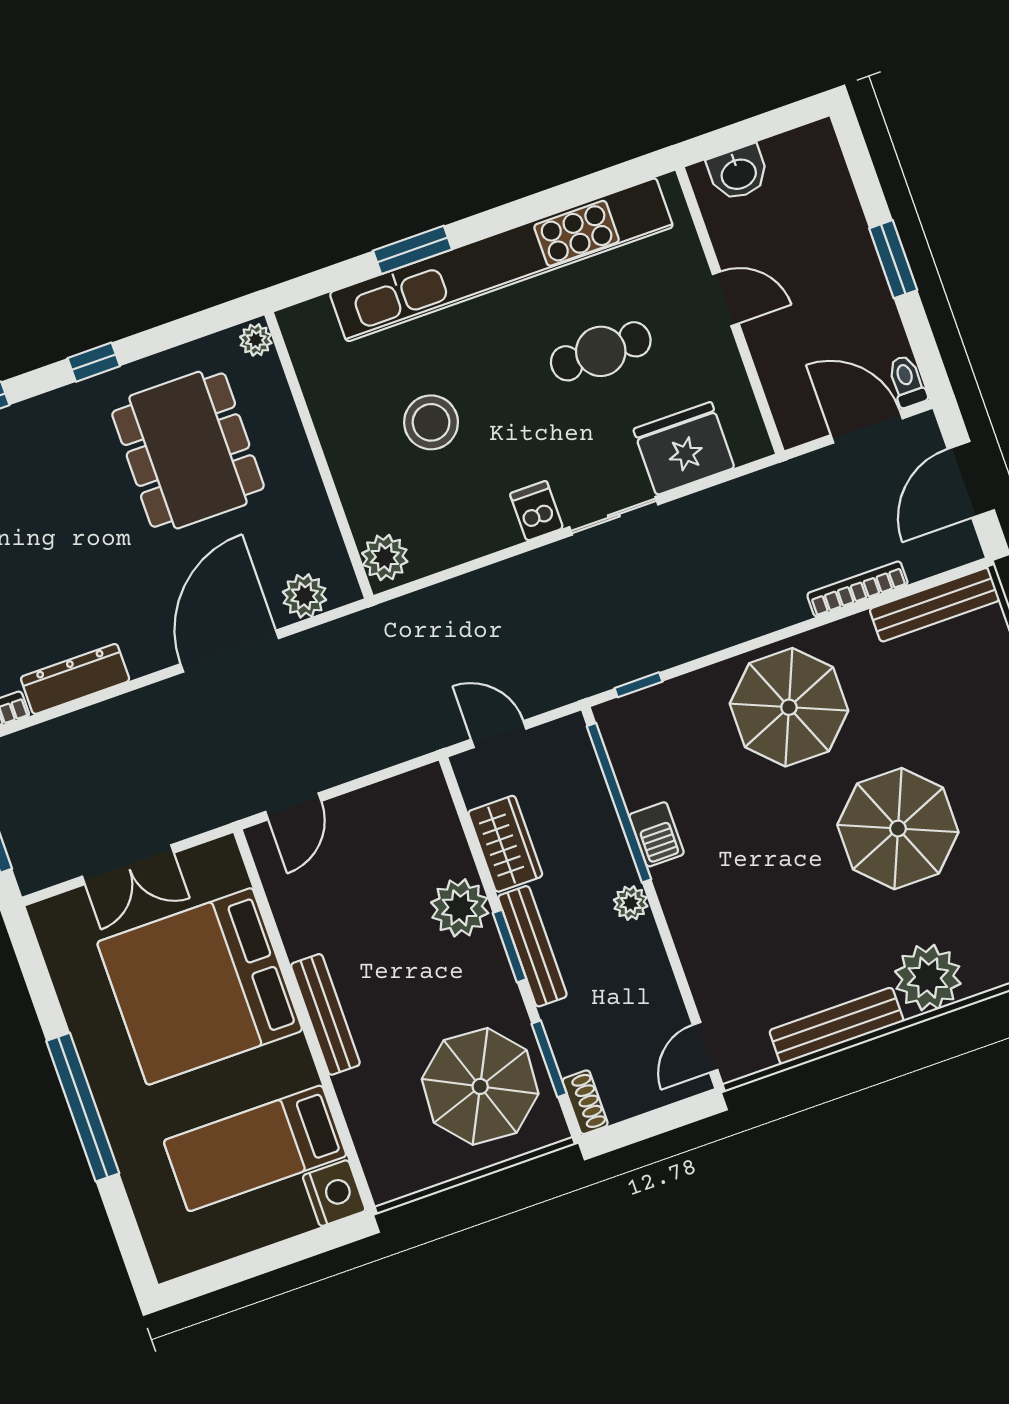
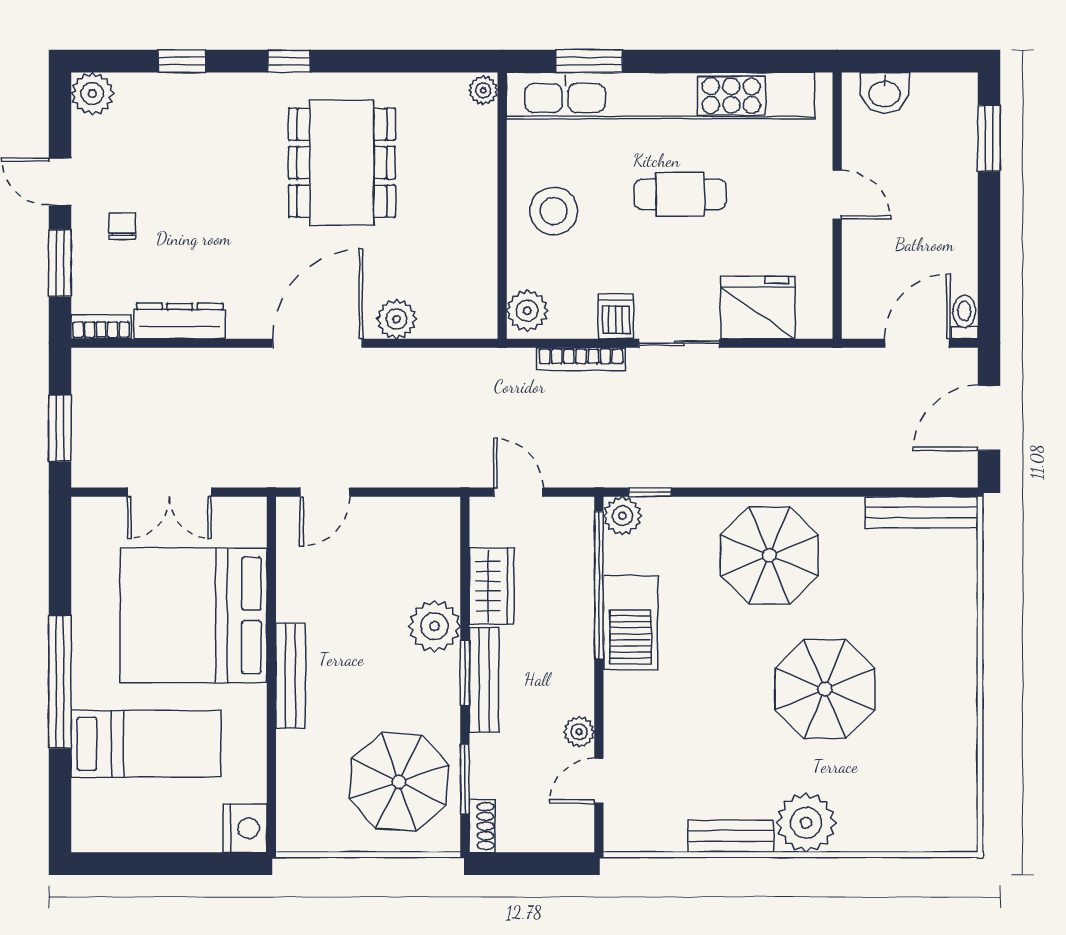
window: (893, 259) -> (989, 138), moved
plant: (256, 340) -> (483, 90), moved
cafe table: (601, 351) -> (680, 194), moved
door: (867, 427) -> (917, 343), hinge flipped
wall: (319, 455) -> (502, 206), moved
plant: (385, 557) -> (527, 311), moved
bookcase: (857, 589) -> (581, 359), moved, turned 180
plant: (618, 720) -> (622, 516), added
barbecue: (657, 834) -> (630, 623), width x1.88, depth x1.53
plant: (631, 903) -> (579, 732), moved
bench: (836, 1026) -> (731, 836), width x0.73
door: (705, 1047) -> (599, 781), moved
bed: (255, 1148) -> (146, 744), moved, turned 180

